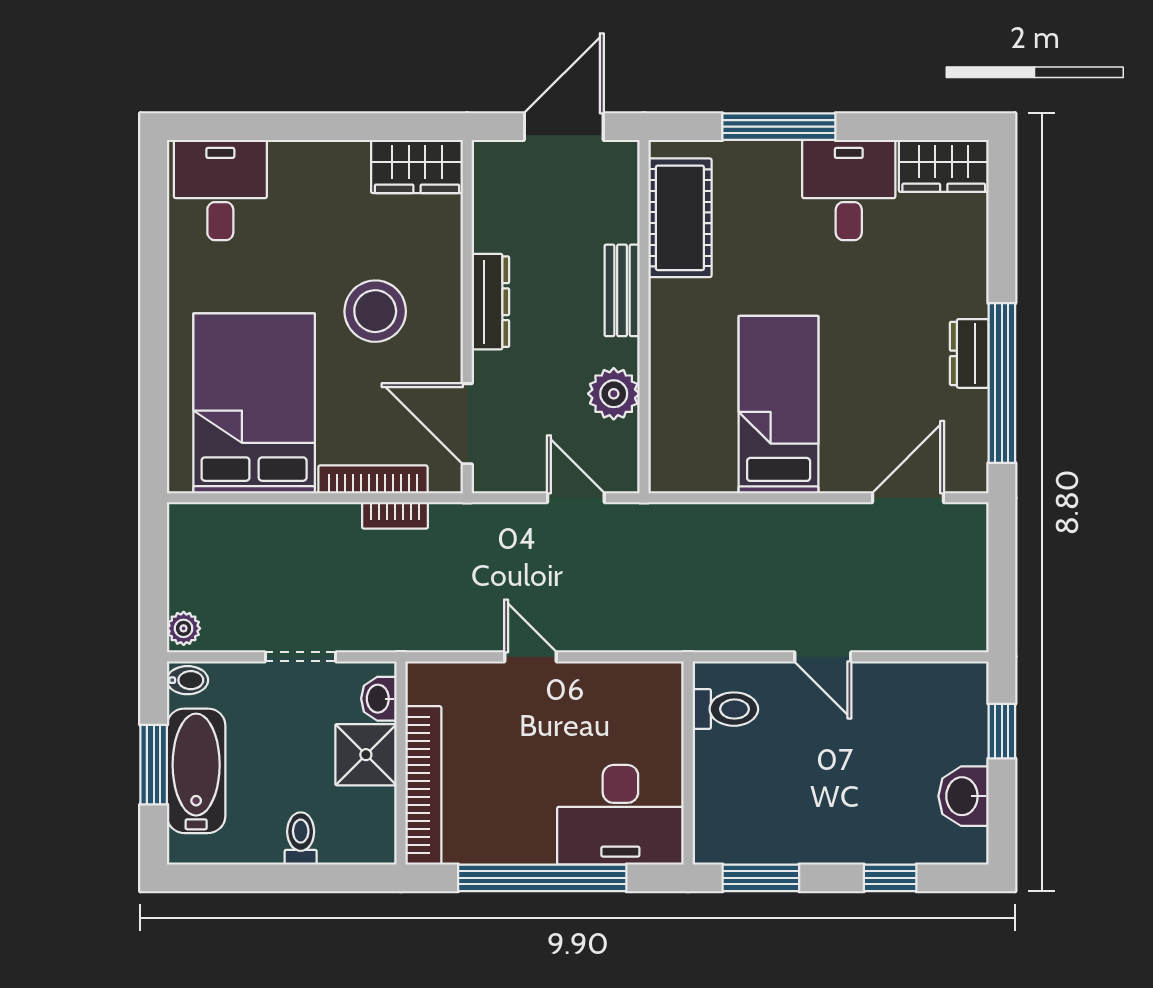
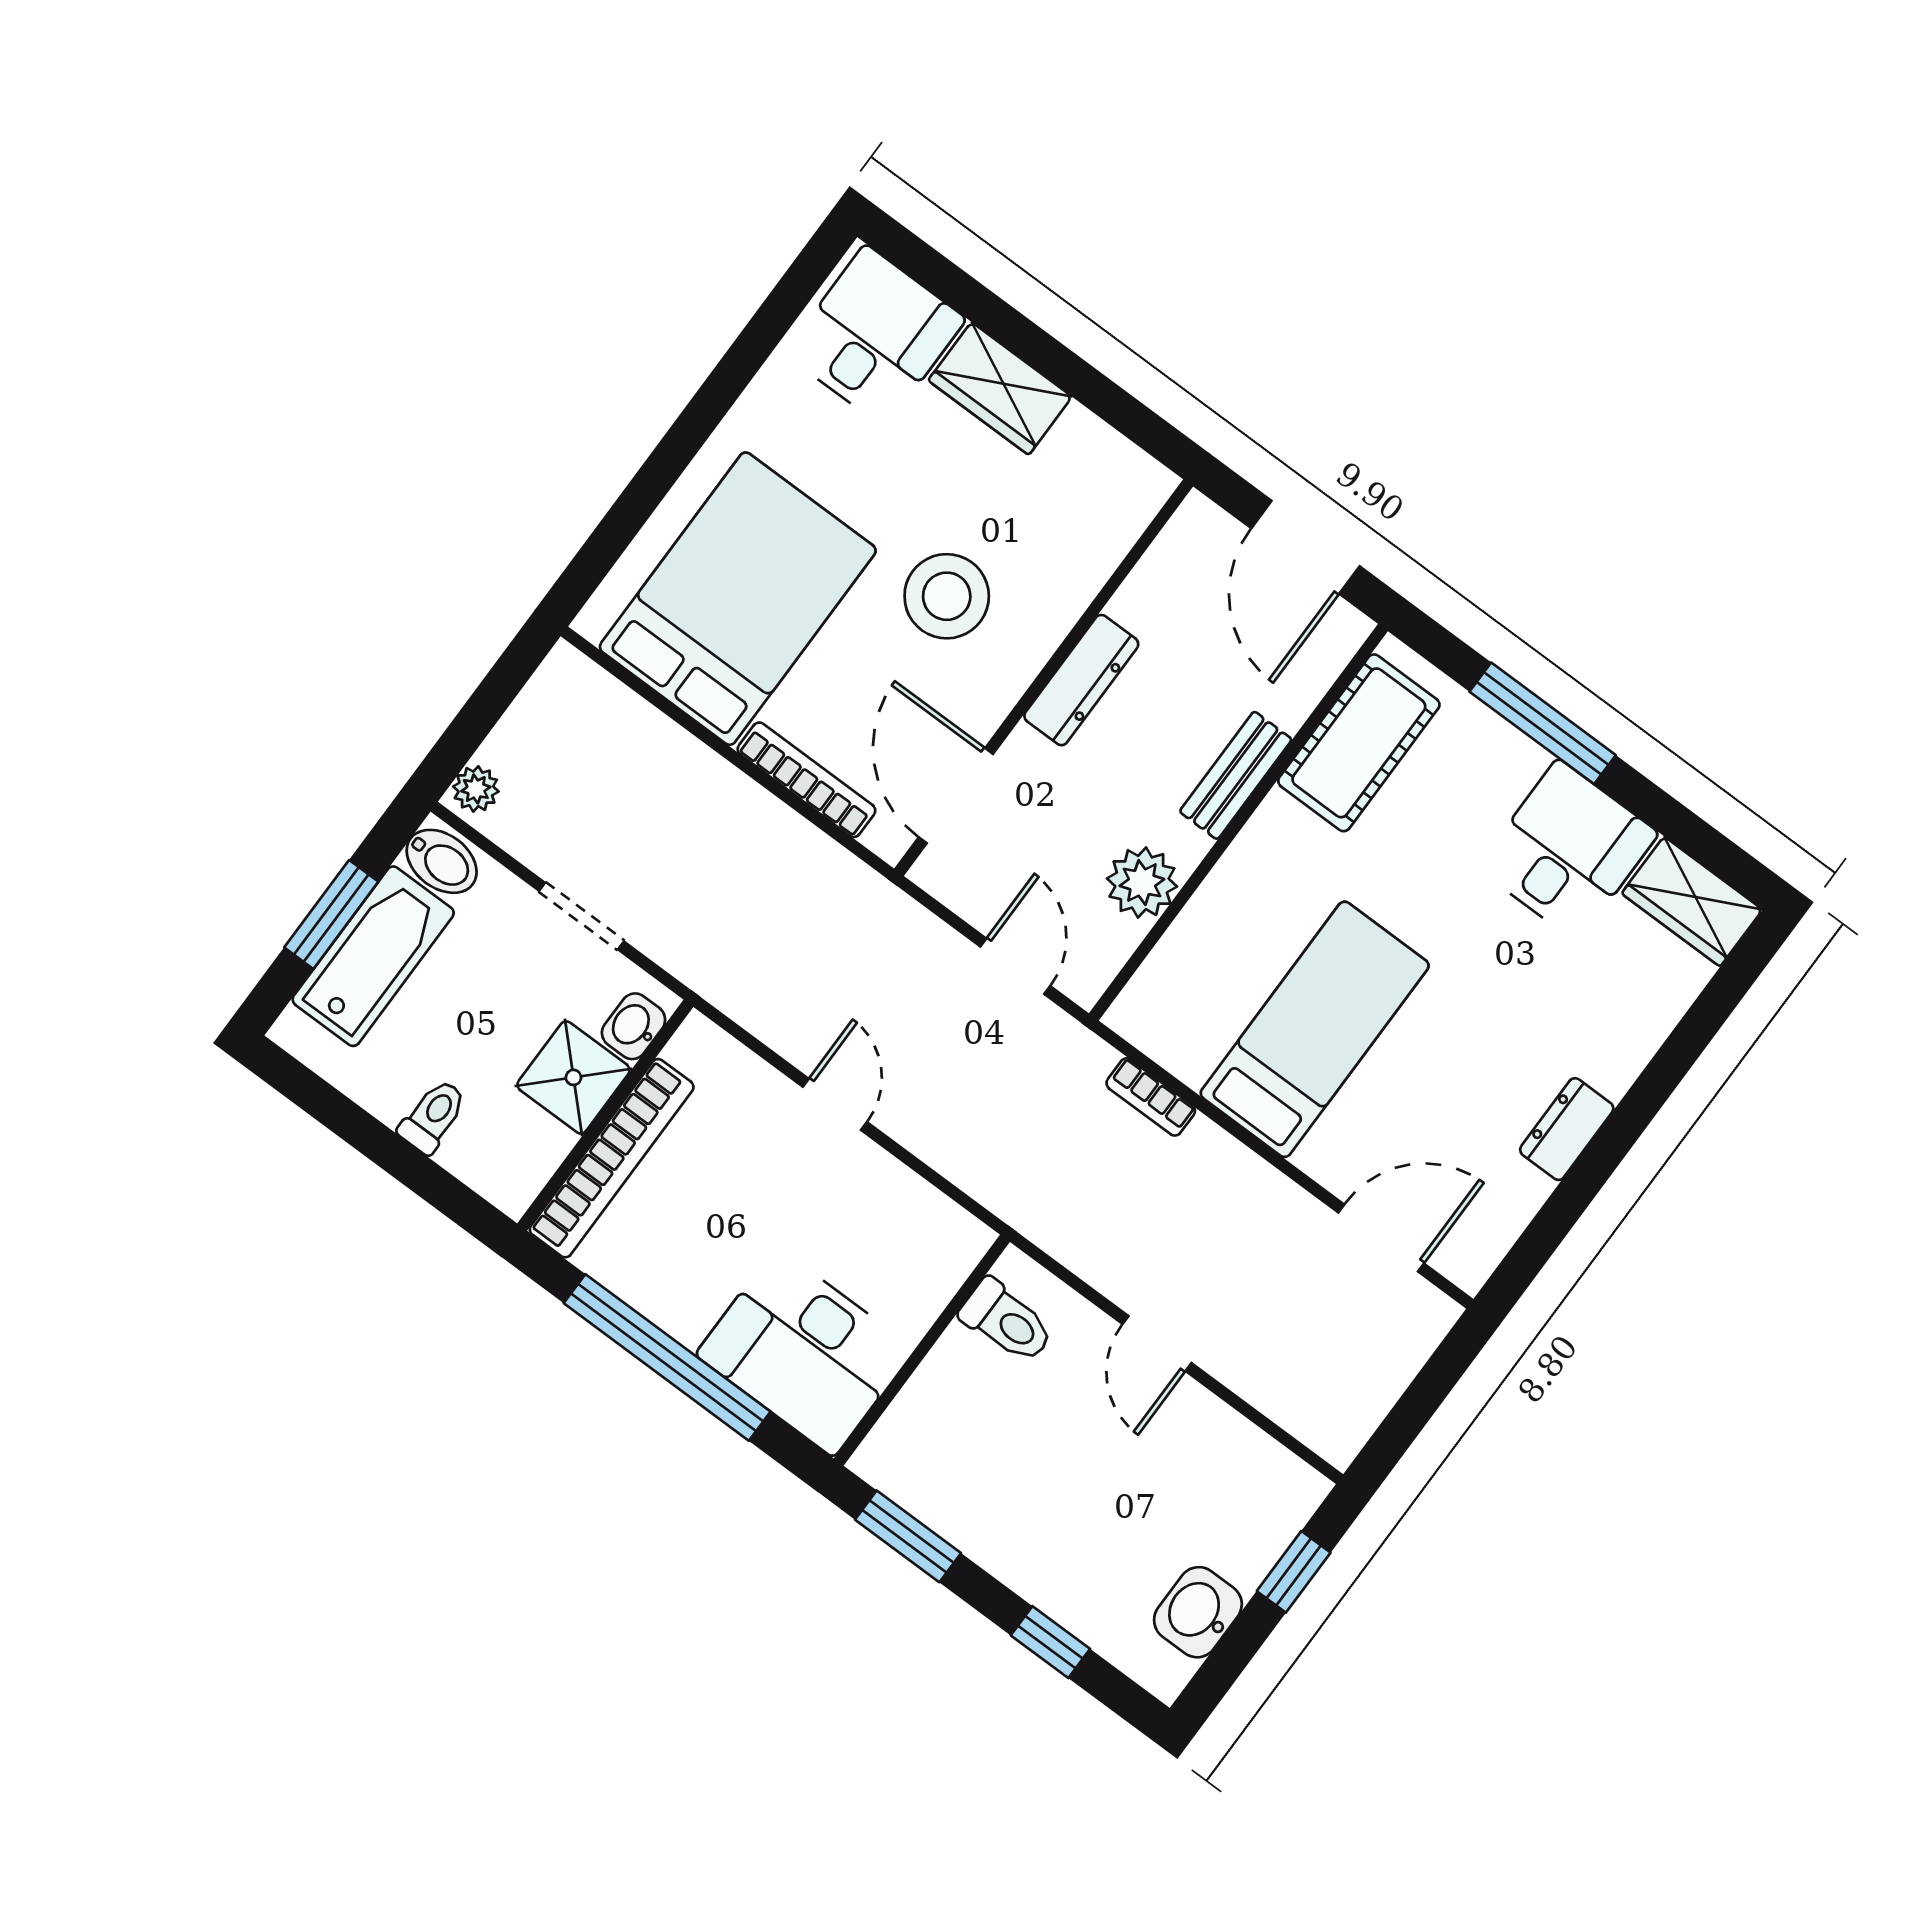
door: (564, 127) -> (1305, 547), swing flipped
wardrobe: (417, 166) -> (1000, 389), moved
window: (1002, 383) -> (1578, 1188), removed
bookcase: (395, 515) -> (1151, 1097), moved
bidet: (187, 680) -> (442, 861), width x1.38, depth x1.36

